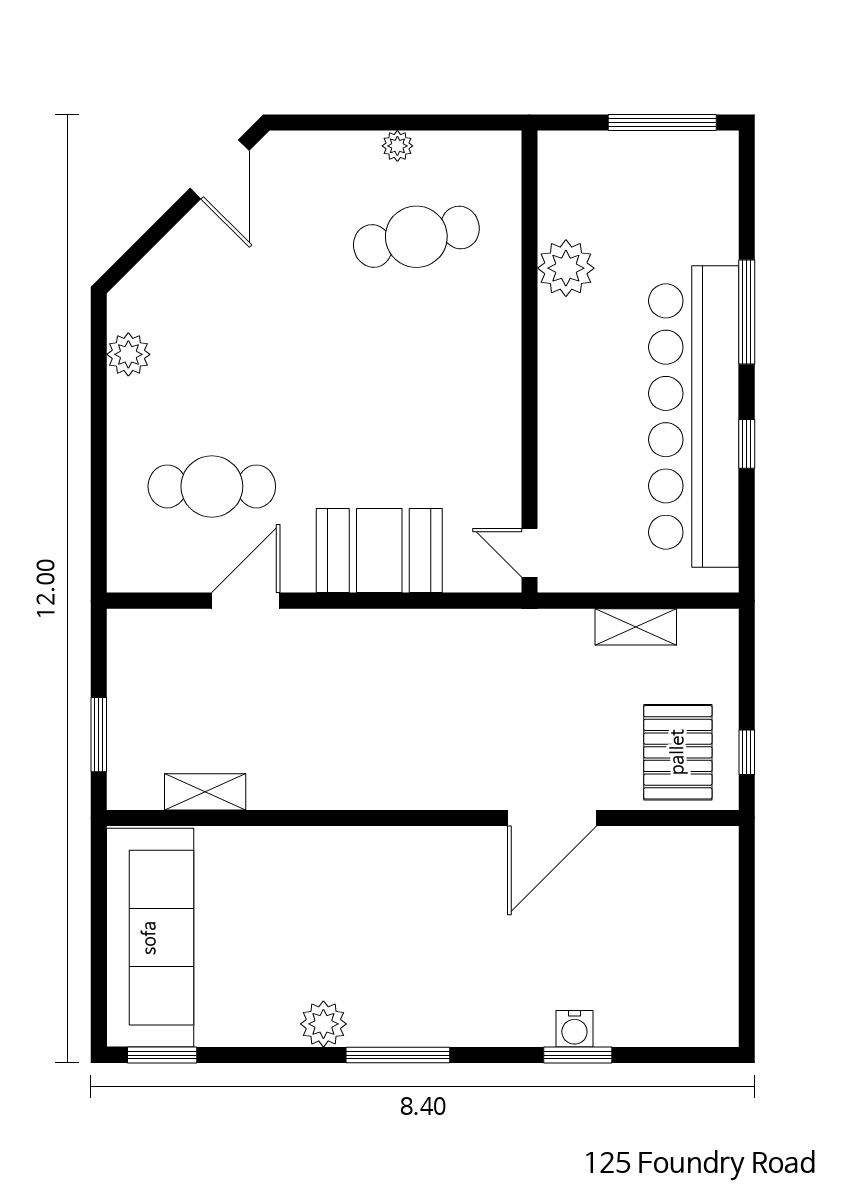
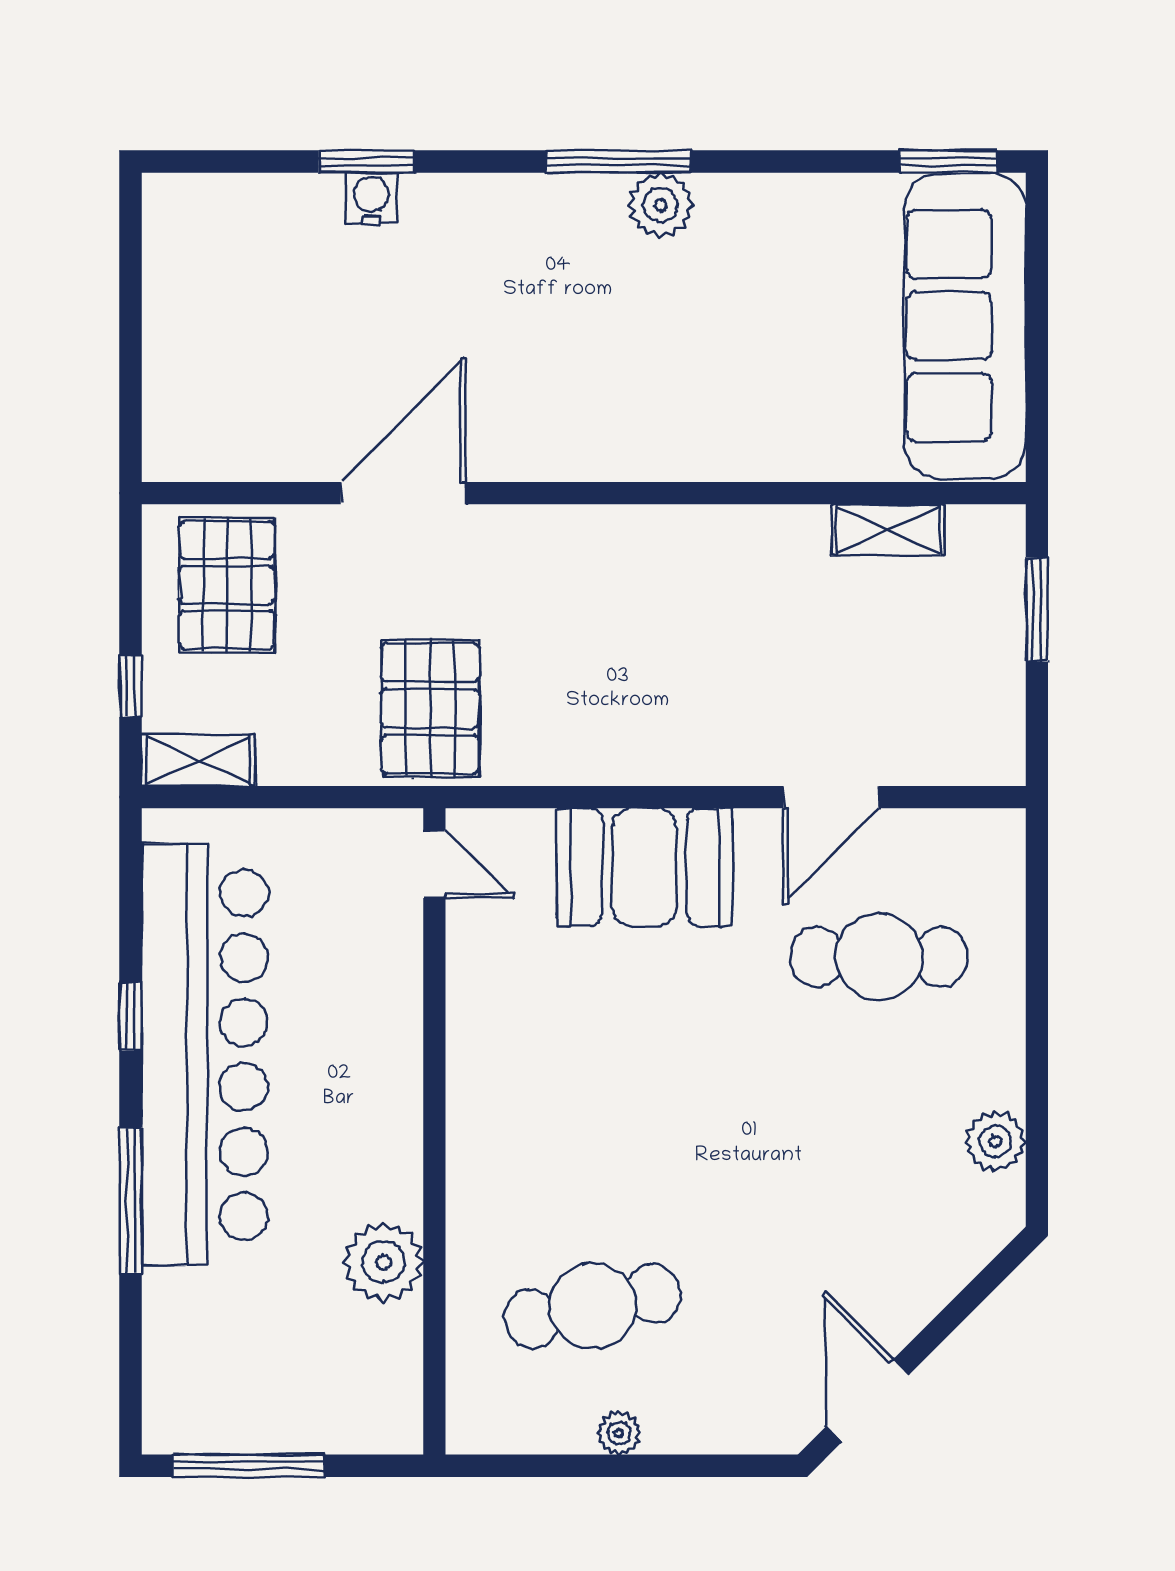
shelving: (636, 627) -> (198, 760), moved
pallet: (533, 664) -> (430, 708), added
window: (747, 752) -> (130, 686), moved
plant: (323, 1024) -> (661, 205), moved

